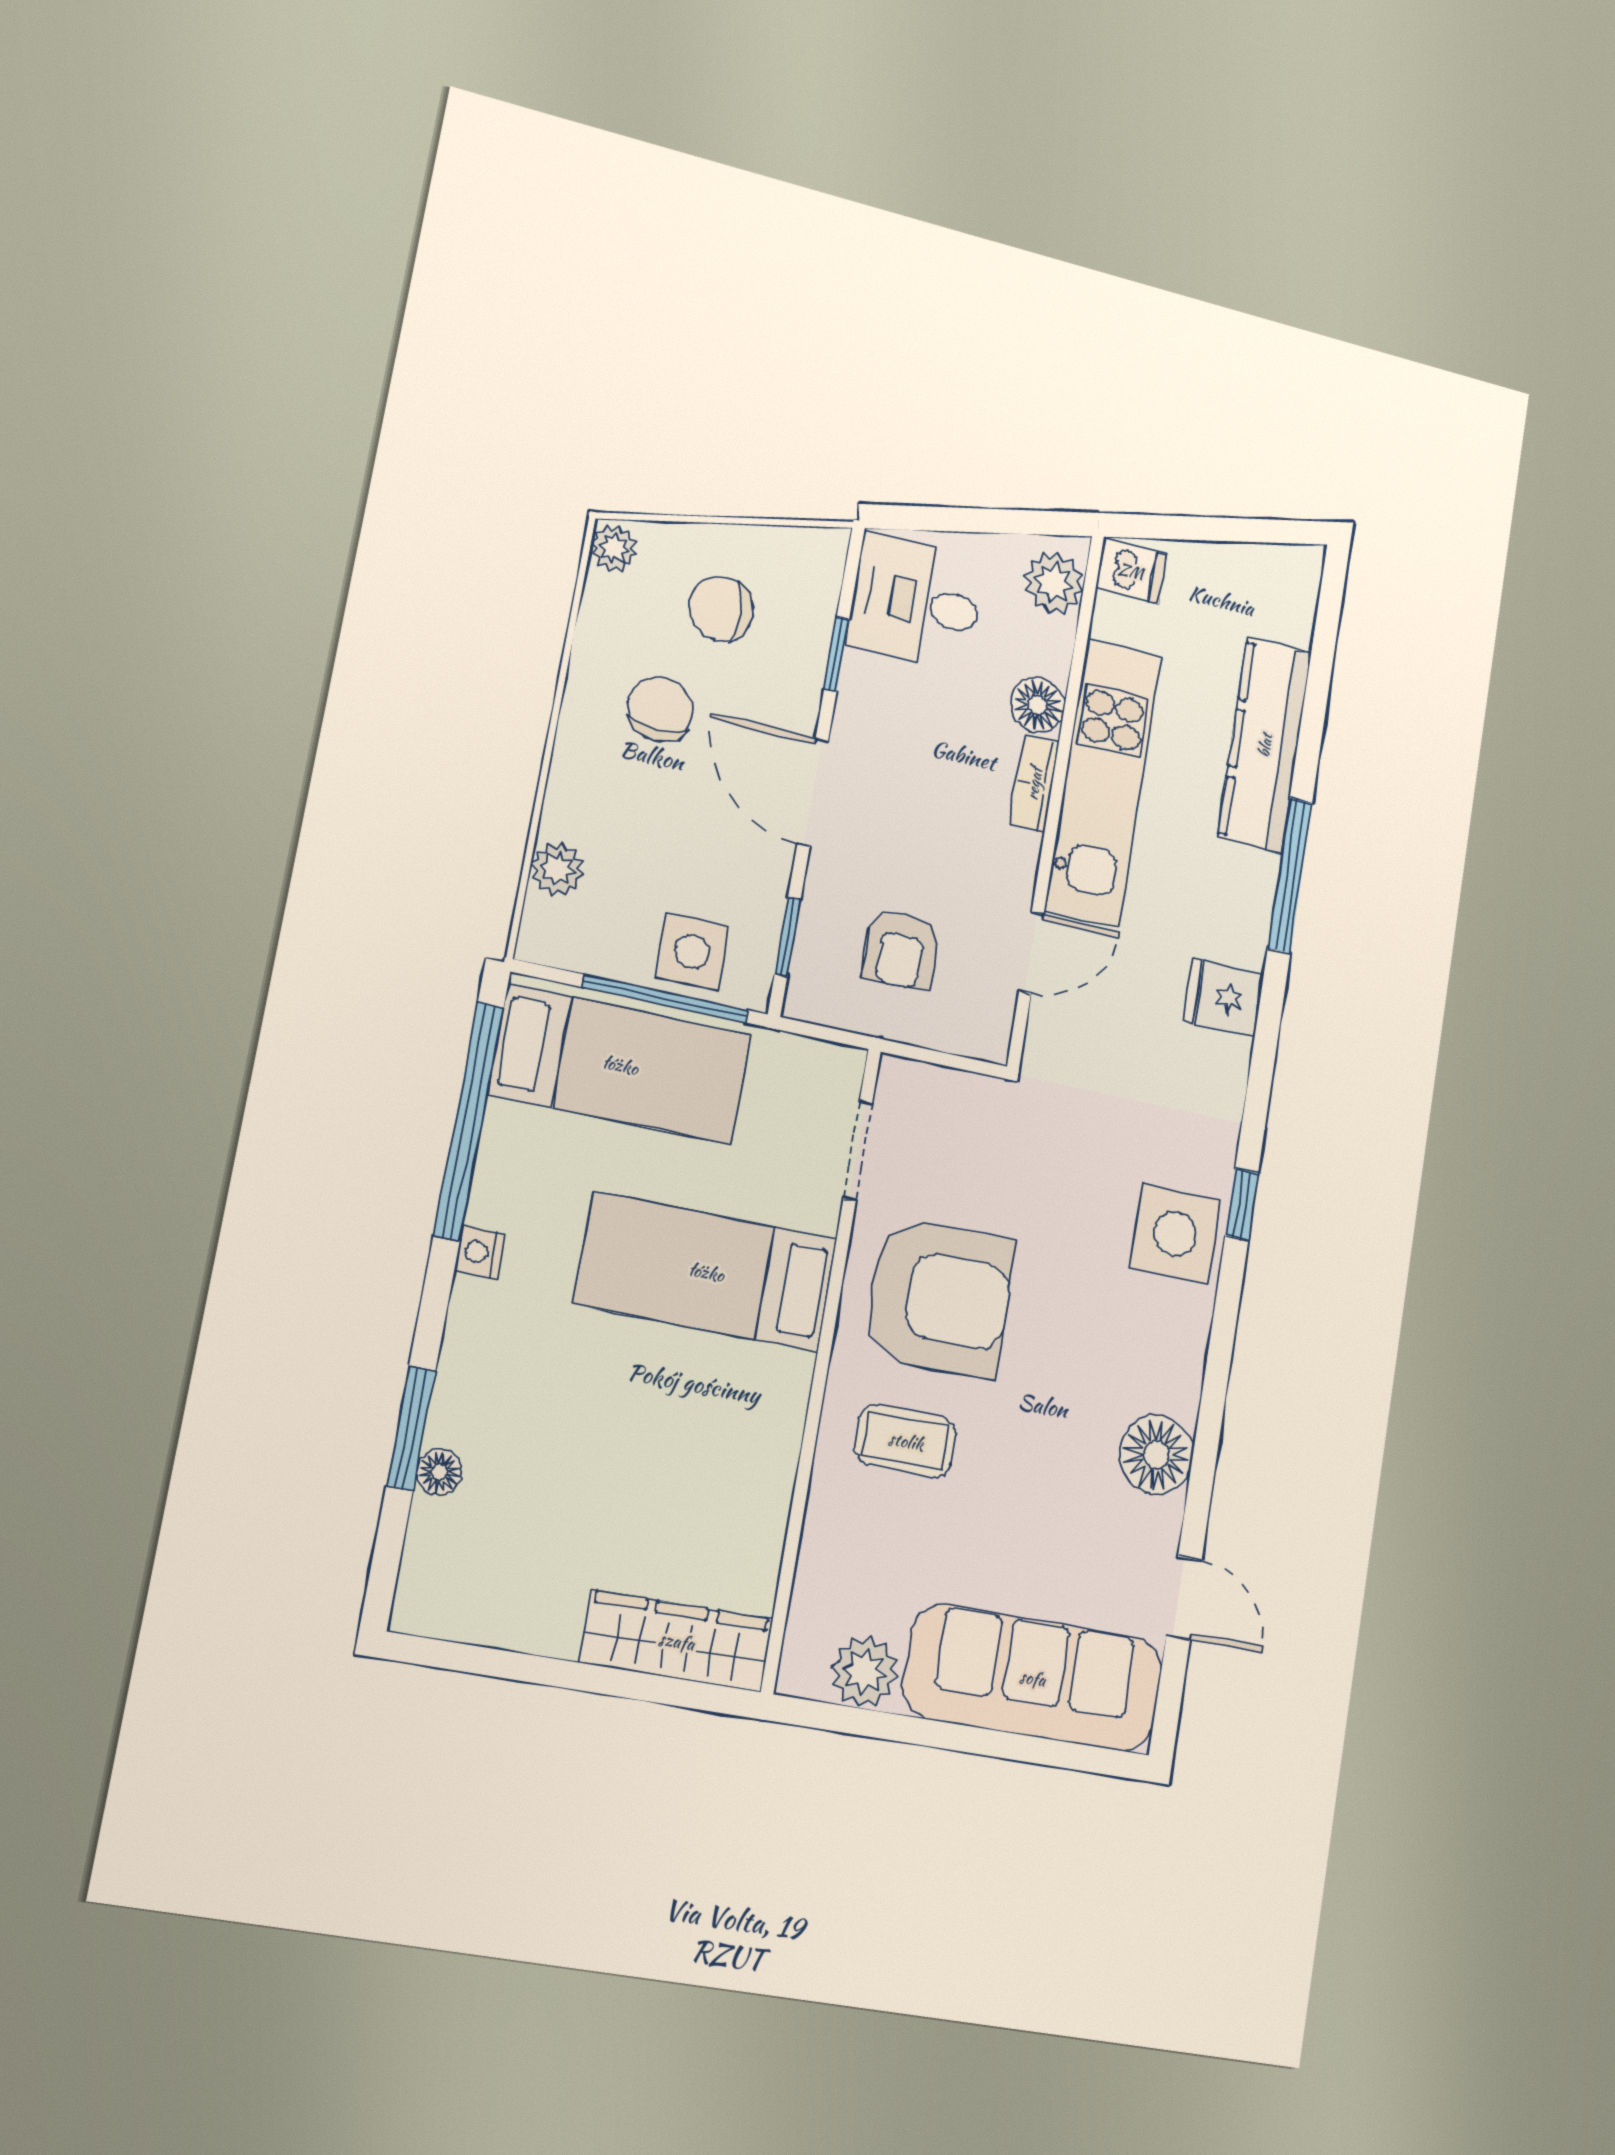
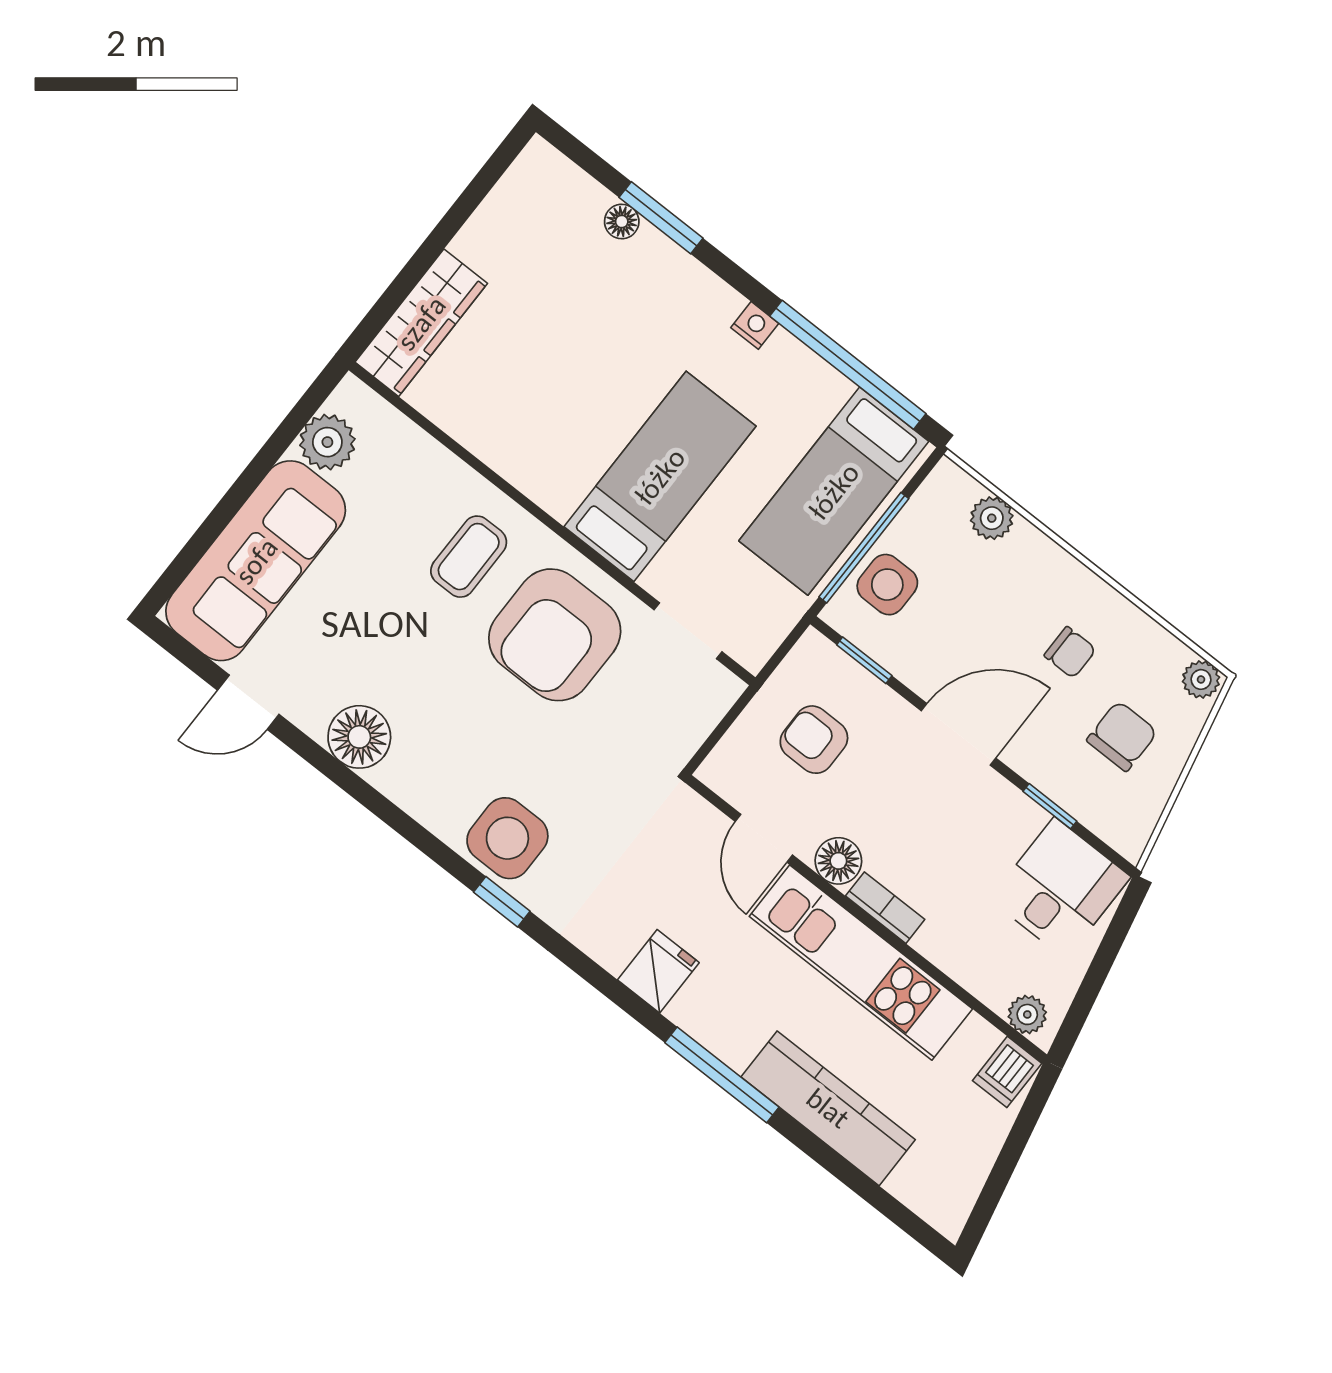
plant: (1053, 583) -> (1027, 1014), width x0.73, depth x0.73
floor lamp: (1038, 705) -> (838, 861), moved
chair: (660, 709) -> (1070, 652), width x0.73, depth x0.73

